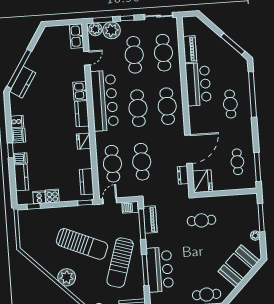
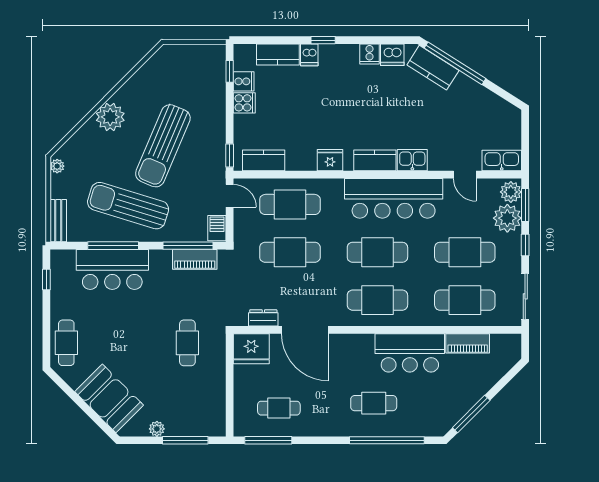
dishwasher: (18, 135) -> (392, 55), moved

